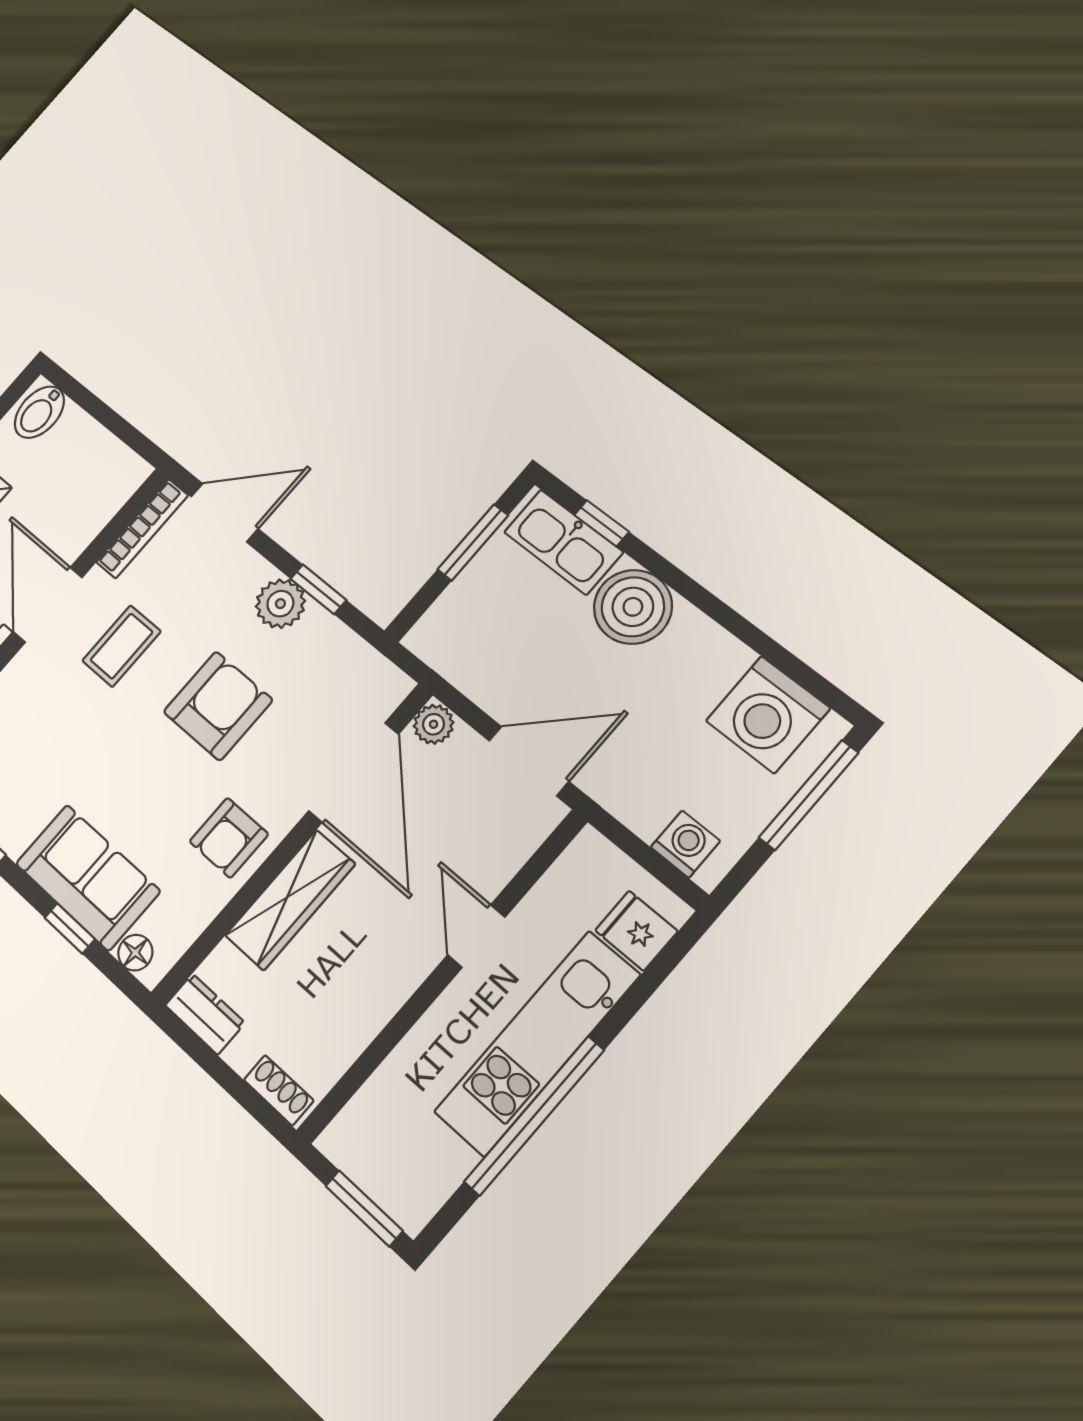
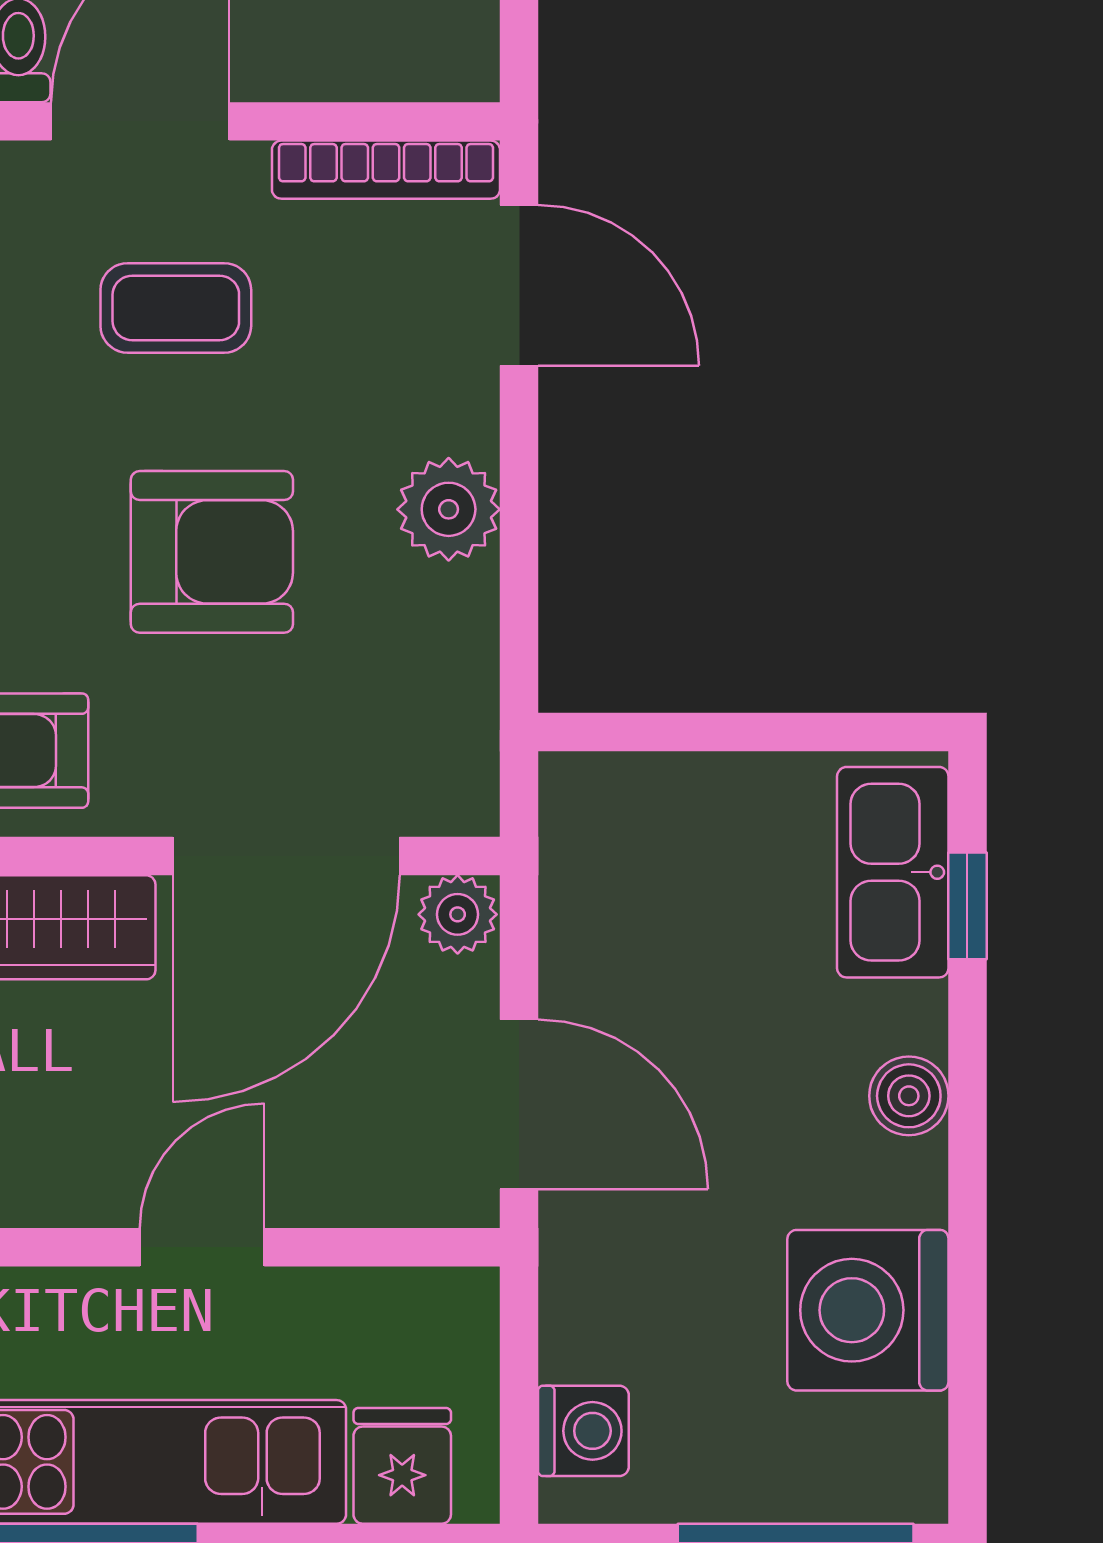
window: (473, 542) -> (783, 732), removed
window: (318, 589) -> (519, 551), removed
boiler: (633, 607) -> (909, 1096), width x0.54, depth x0.54
washing machine: (768, 715) -> (868, 1310), moved

